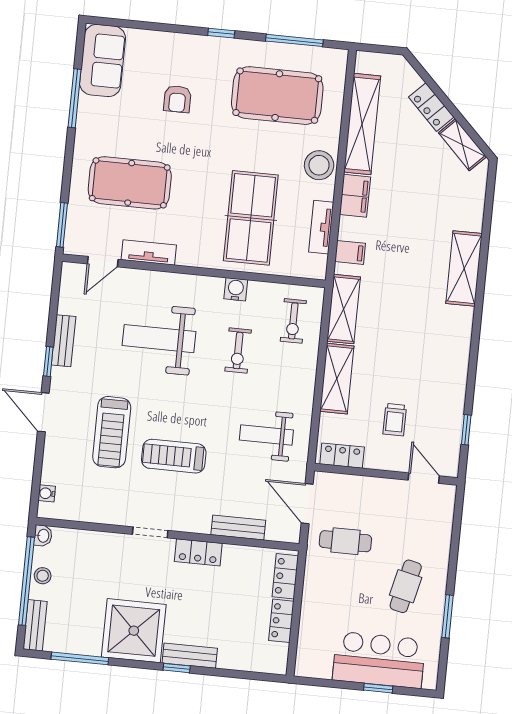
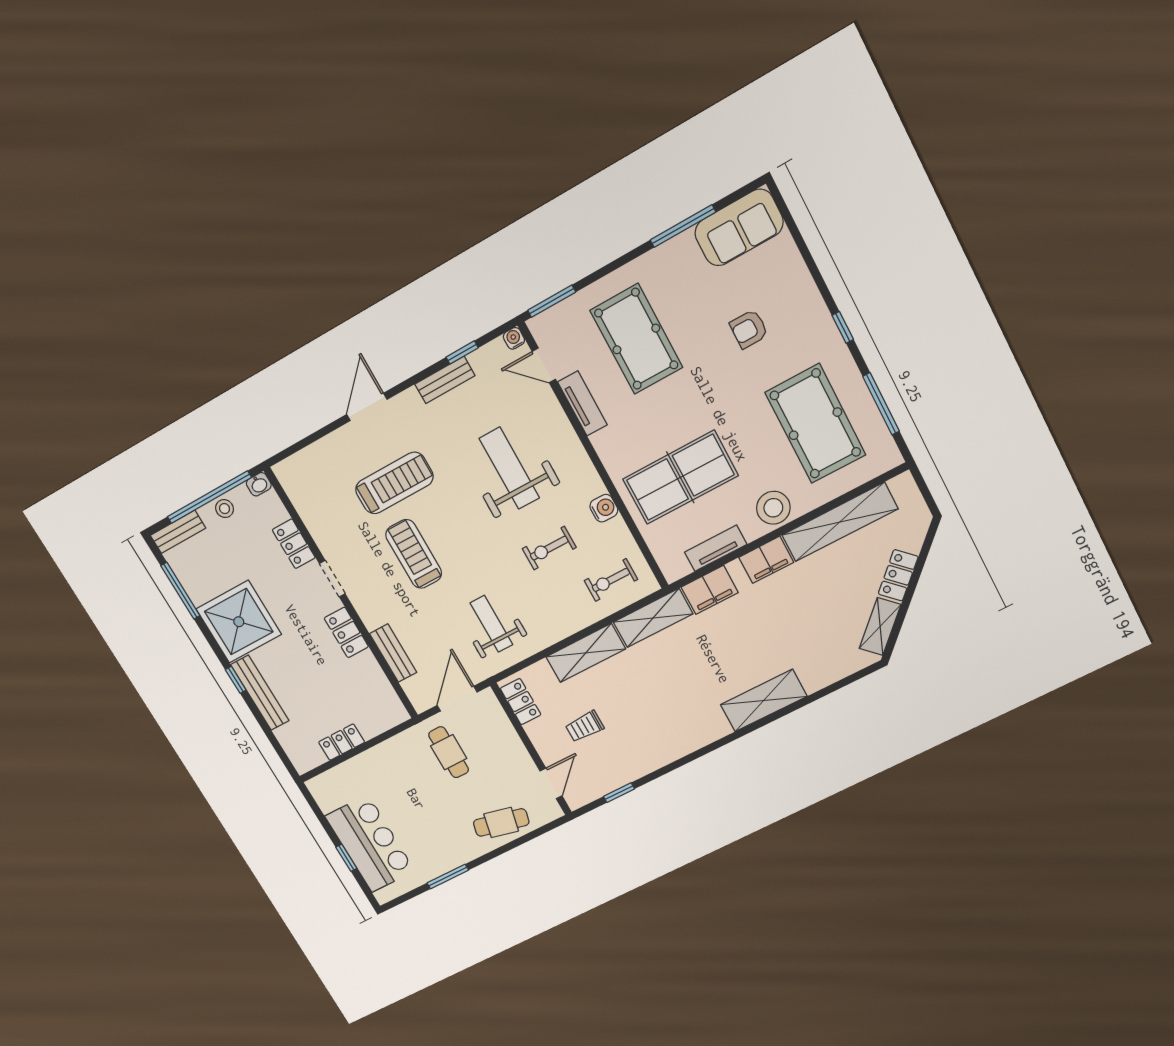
filing cabinet: (350, 252) -> (710, 590), width x2.00
window: (48, 361) -> (462, 352), moved
treadmill: (112, 432) -> (394, 483), turned 180
water cooler: (47, 493) -> (514, 338), moved
locker: (285, 576) -> (294, 544), moved, turned -90
cafe table: (406, 586) -> (501, 822), moved
bench: (190, 656) -> (260, 693), width x1.36

